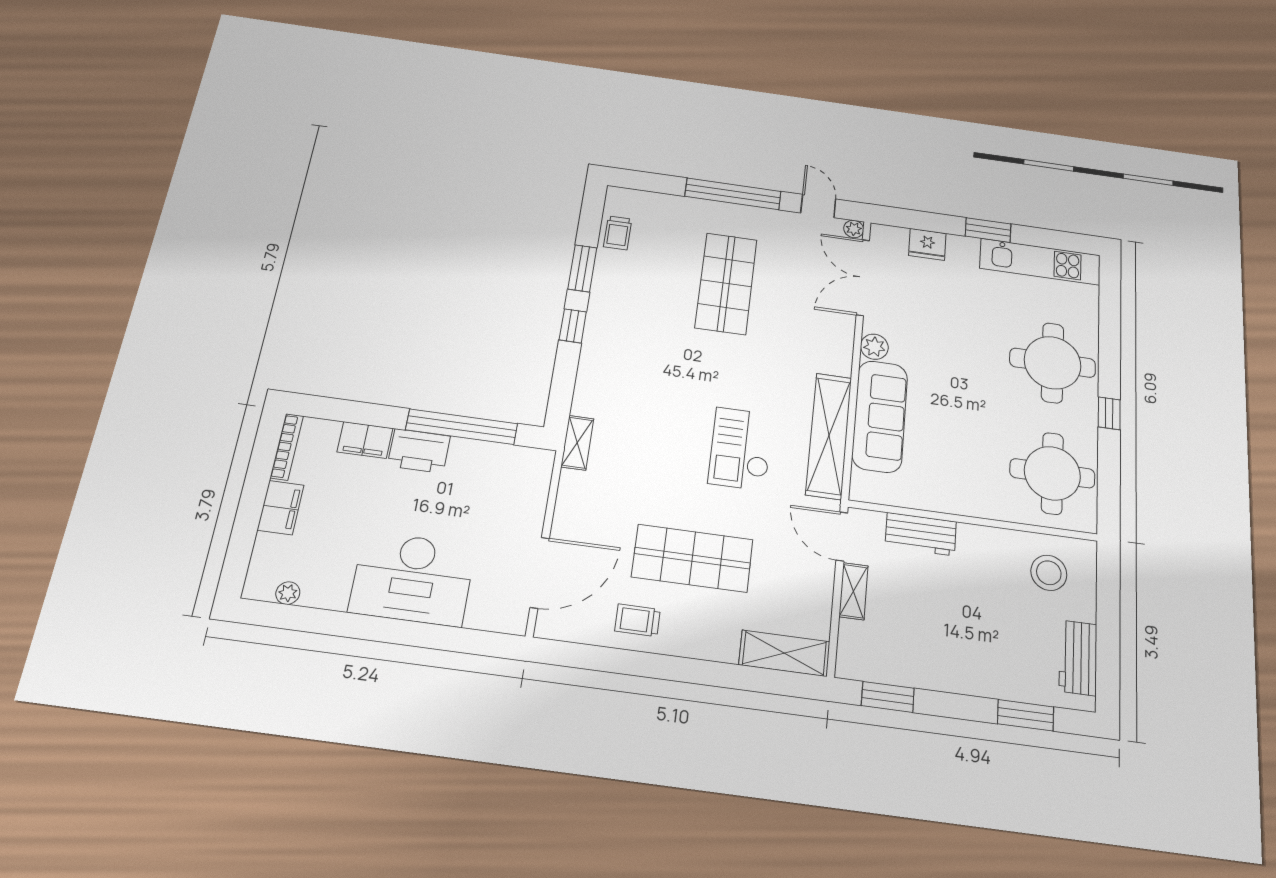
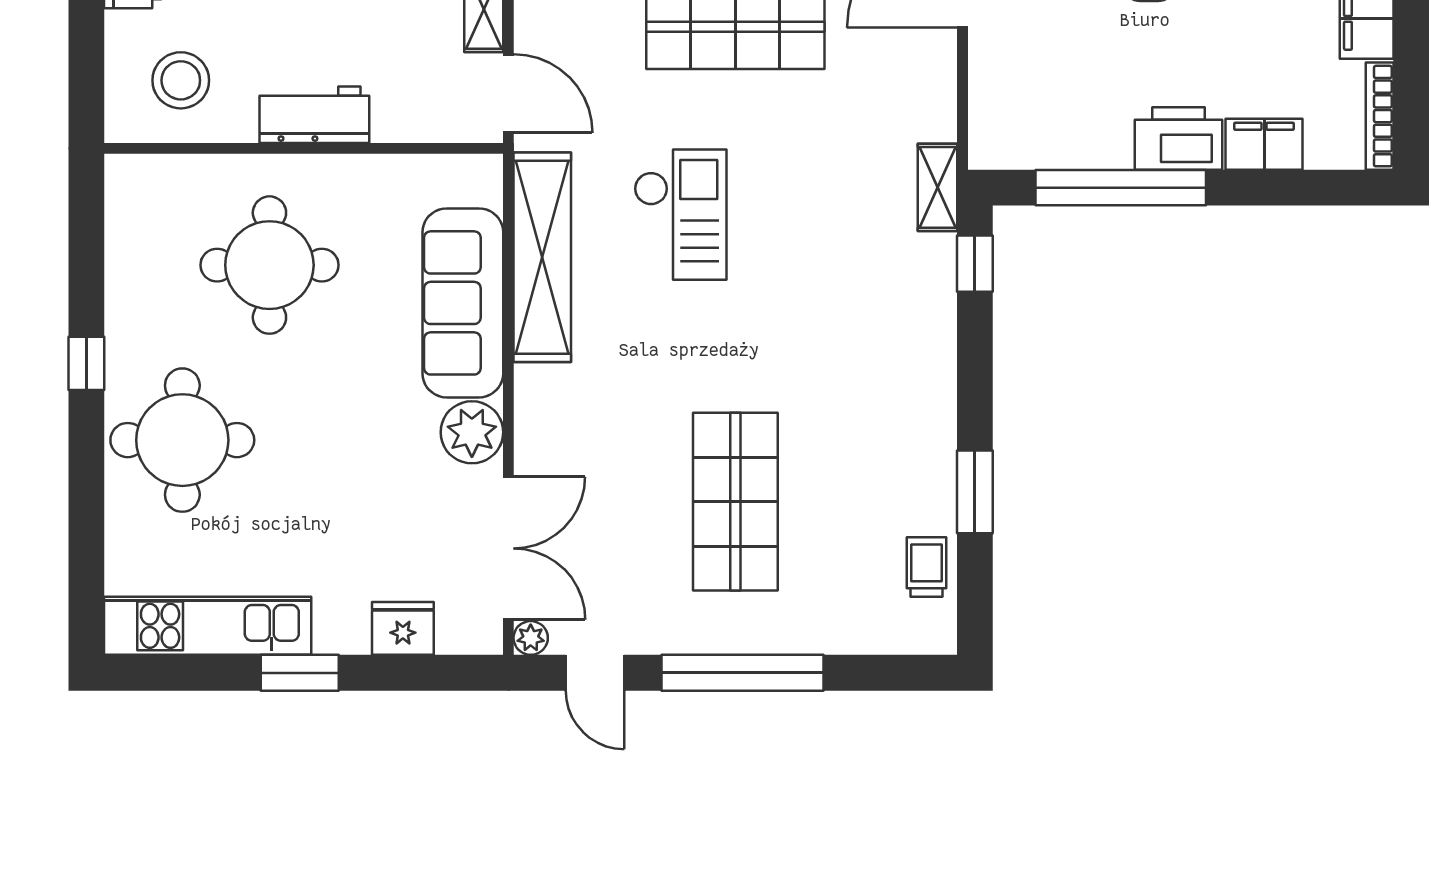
window: (573, 326) -> (975, 264), moved
plant: (874, 347) -> (472, 432), width x1.36, depth x1.36
round table: (1052, 473) -> (269, 265), moved
workbench: (921, 534) -> (314, 115), moved

